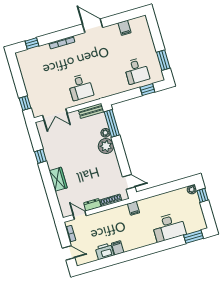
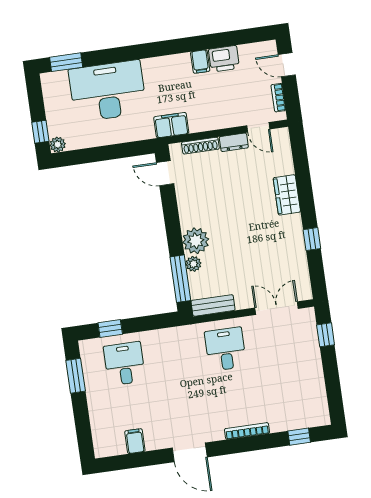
filing cabinet: (133, 208) -> (171, 125), width x2.00
desk: (169, 227) -> (108, 91), width x1.36, depth x1.30

